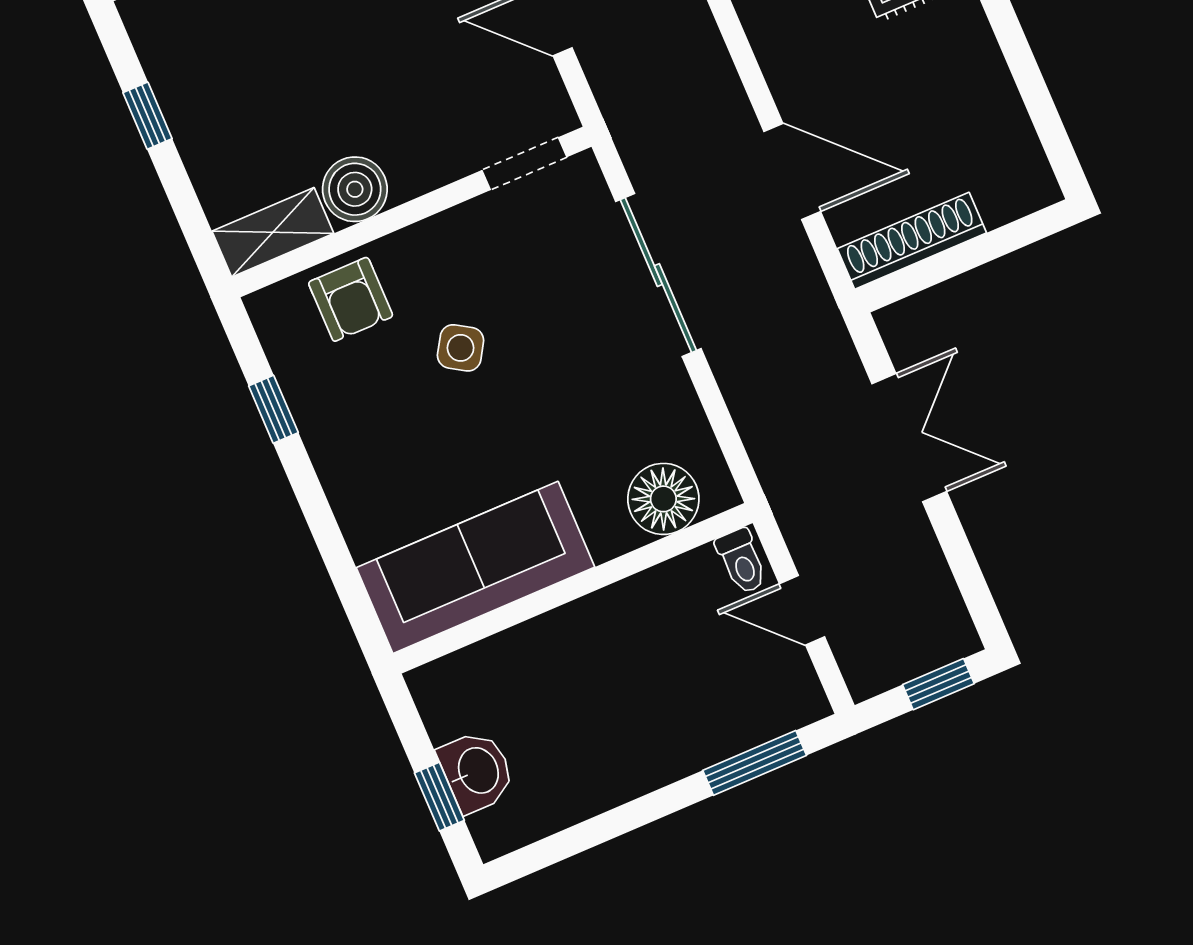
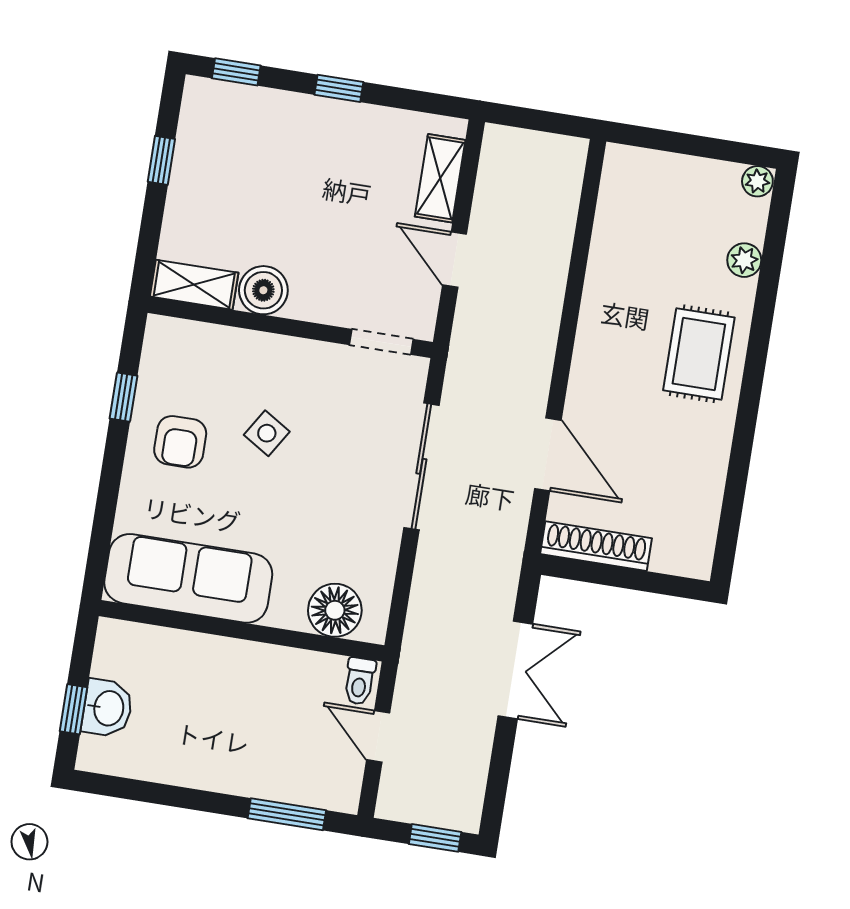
armchair: (351, 299) -> (180, 442), moved

